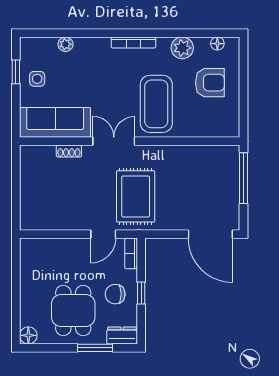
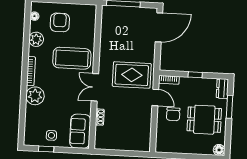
plant: (66, 44) -> (35, 96), moved, width x1.88, depth x1.88
sofa: (55, 122) -> (80, 131), width x0.73
chair: (115, 294) -> (173, 114), moved

